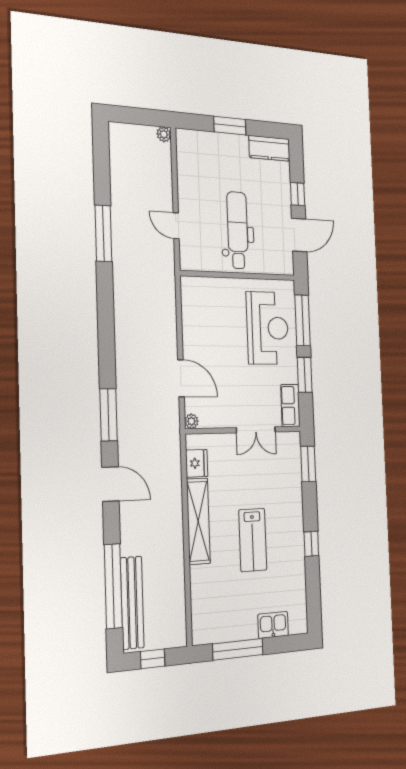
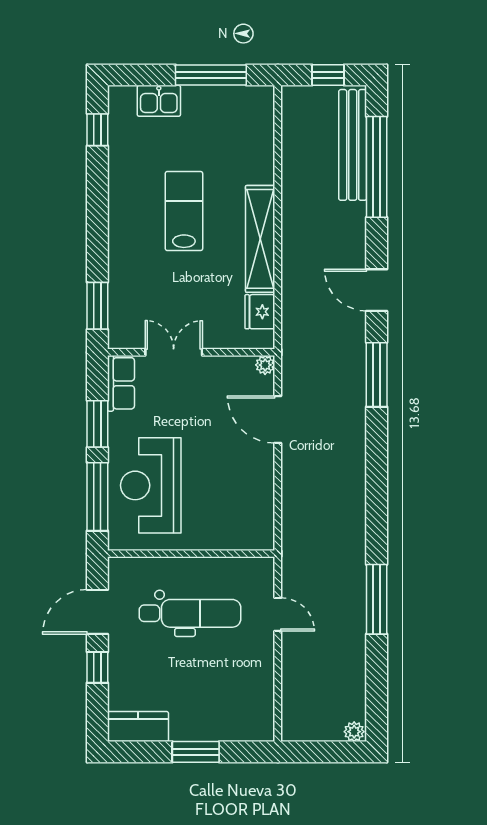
plant: (164, 134) -> (354, 732), moved
dental chair: (238, 230) -> (190, 613), turned -90
window: (311, 544) -> (97, 130), moved

